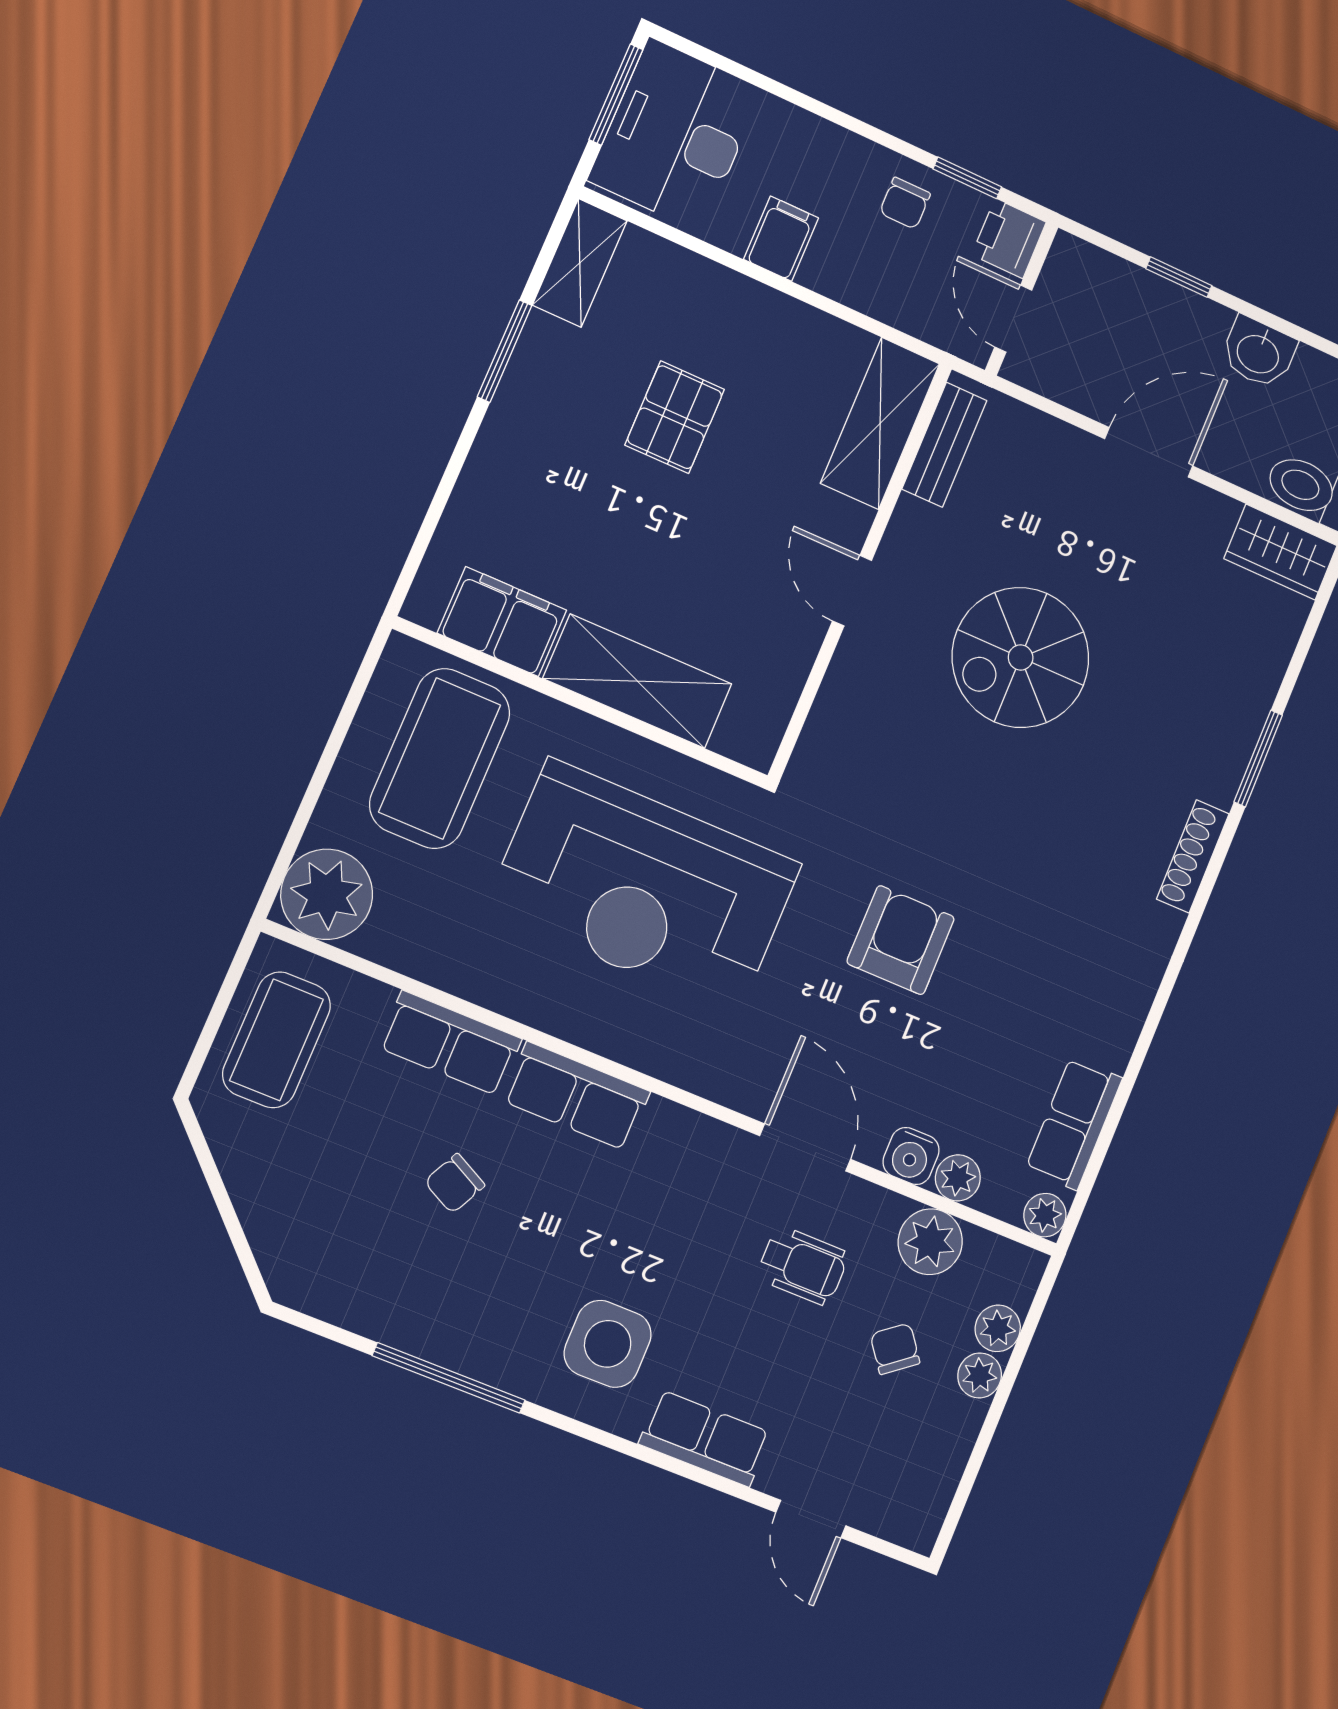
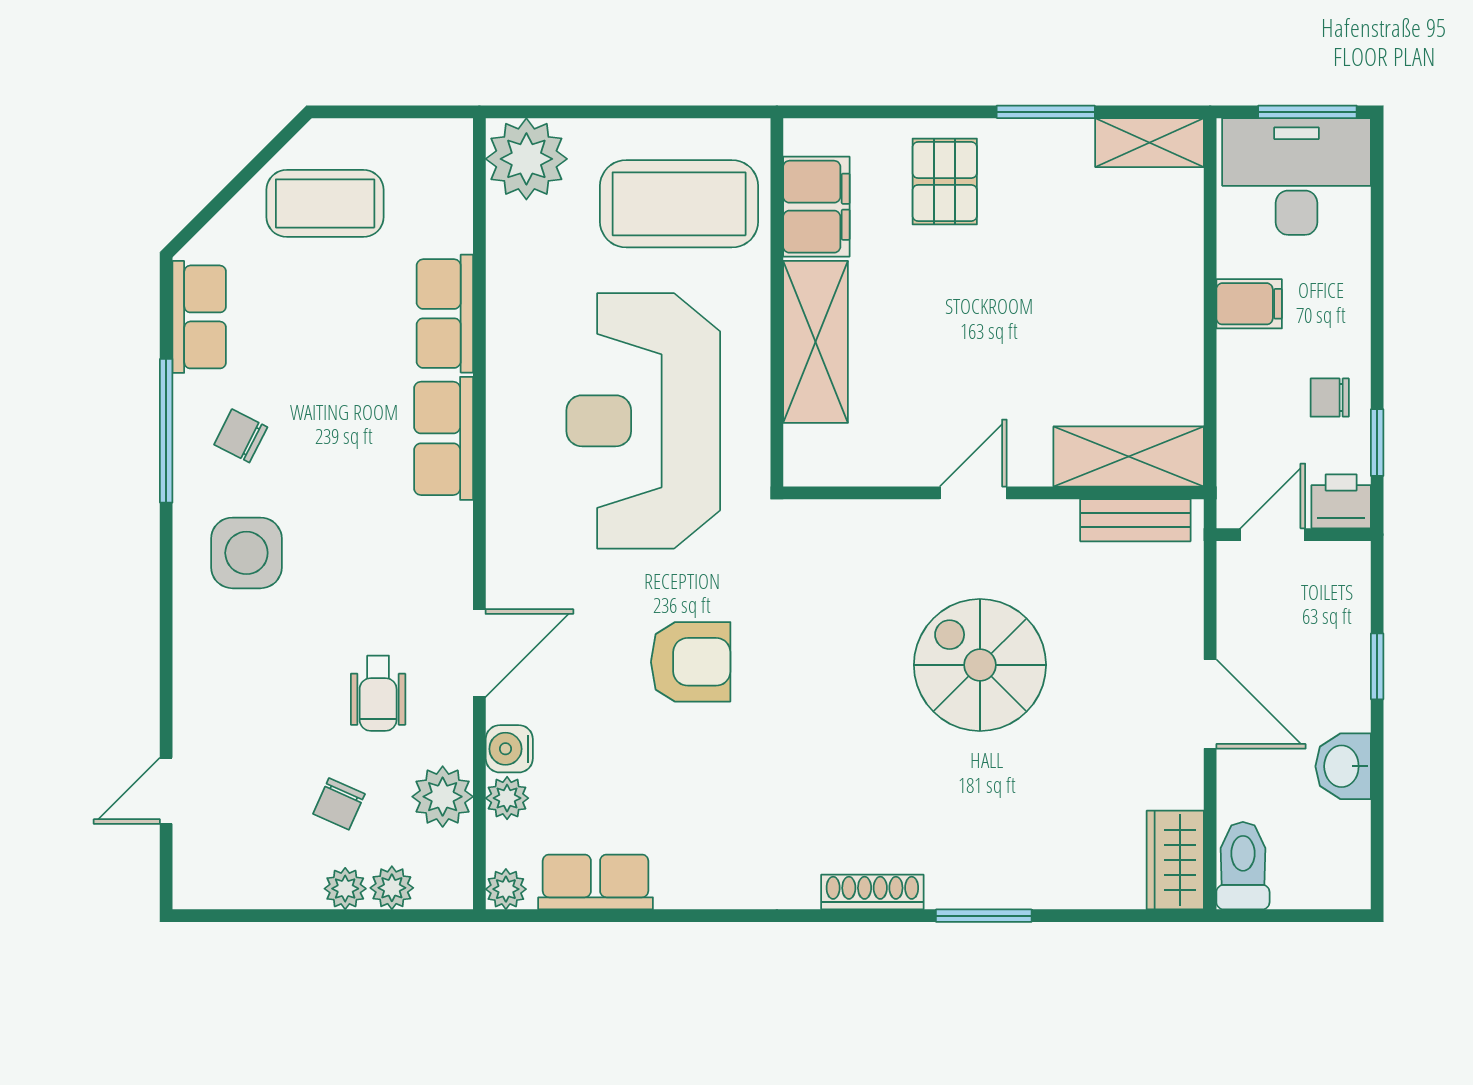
pallet: (675, 417) -> (945, 182), moved, turned 90
coffee table: (277, 1040) -> (325, 203), moved
chair: (455, 1183) -> (241, 436), moved
chair: (895, 1349) -> (339, 804), turned 151
row of seats: (705, 1438) -> (199, 317), moved

